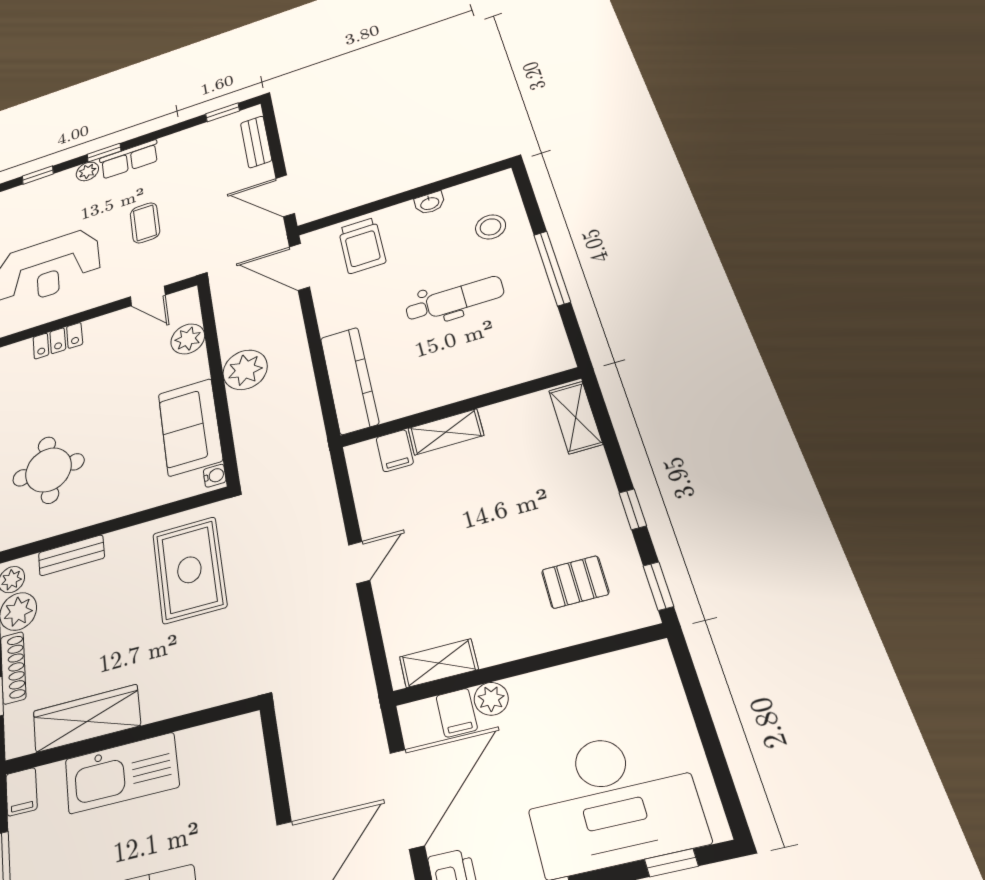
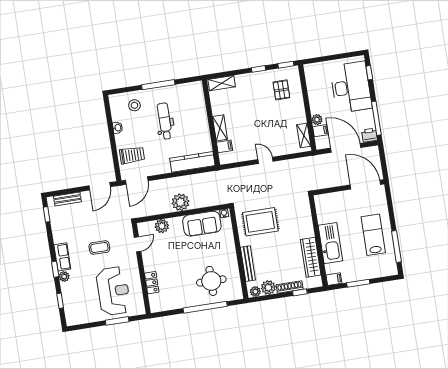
bench: (71, 555) -> (248, 264), width x1.36

